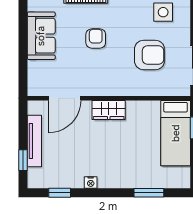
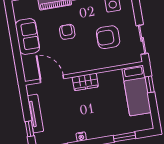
armchair: (149, 55) -> (108, 37), turned 180
door: (65, 98) -> (52, 79), swing flipped

